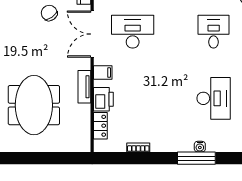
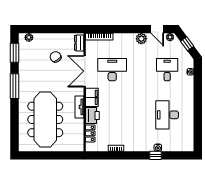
filing cabinet: (103, 73) -> (92, 97), width x2.00
desk: (214, 98) -> (167, 115), turned 180
meeting table: (34, 105) -> (45, 119), width x1.36
window: (196, 158) -> (156, 155), width x0.46

